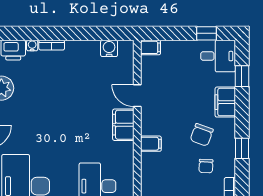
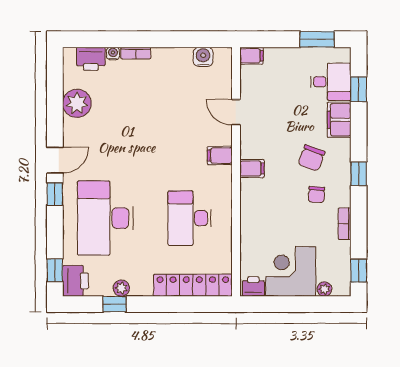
window: (207, 33) -> (317, 39), width x1.50
desk: (218, 56) -> (331, 82), moved
filing cabinet: (123, 125) -> (220, 156), width x0.50

